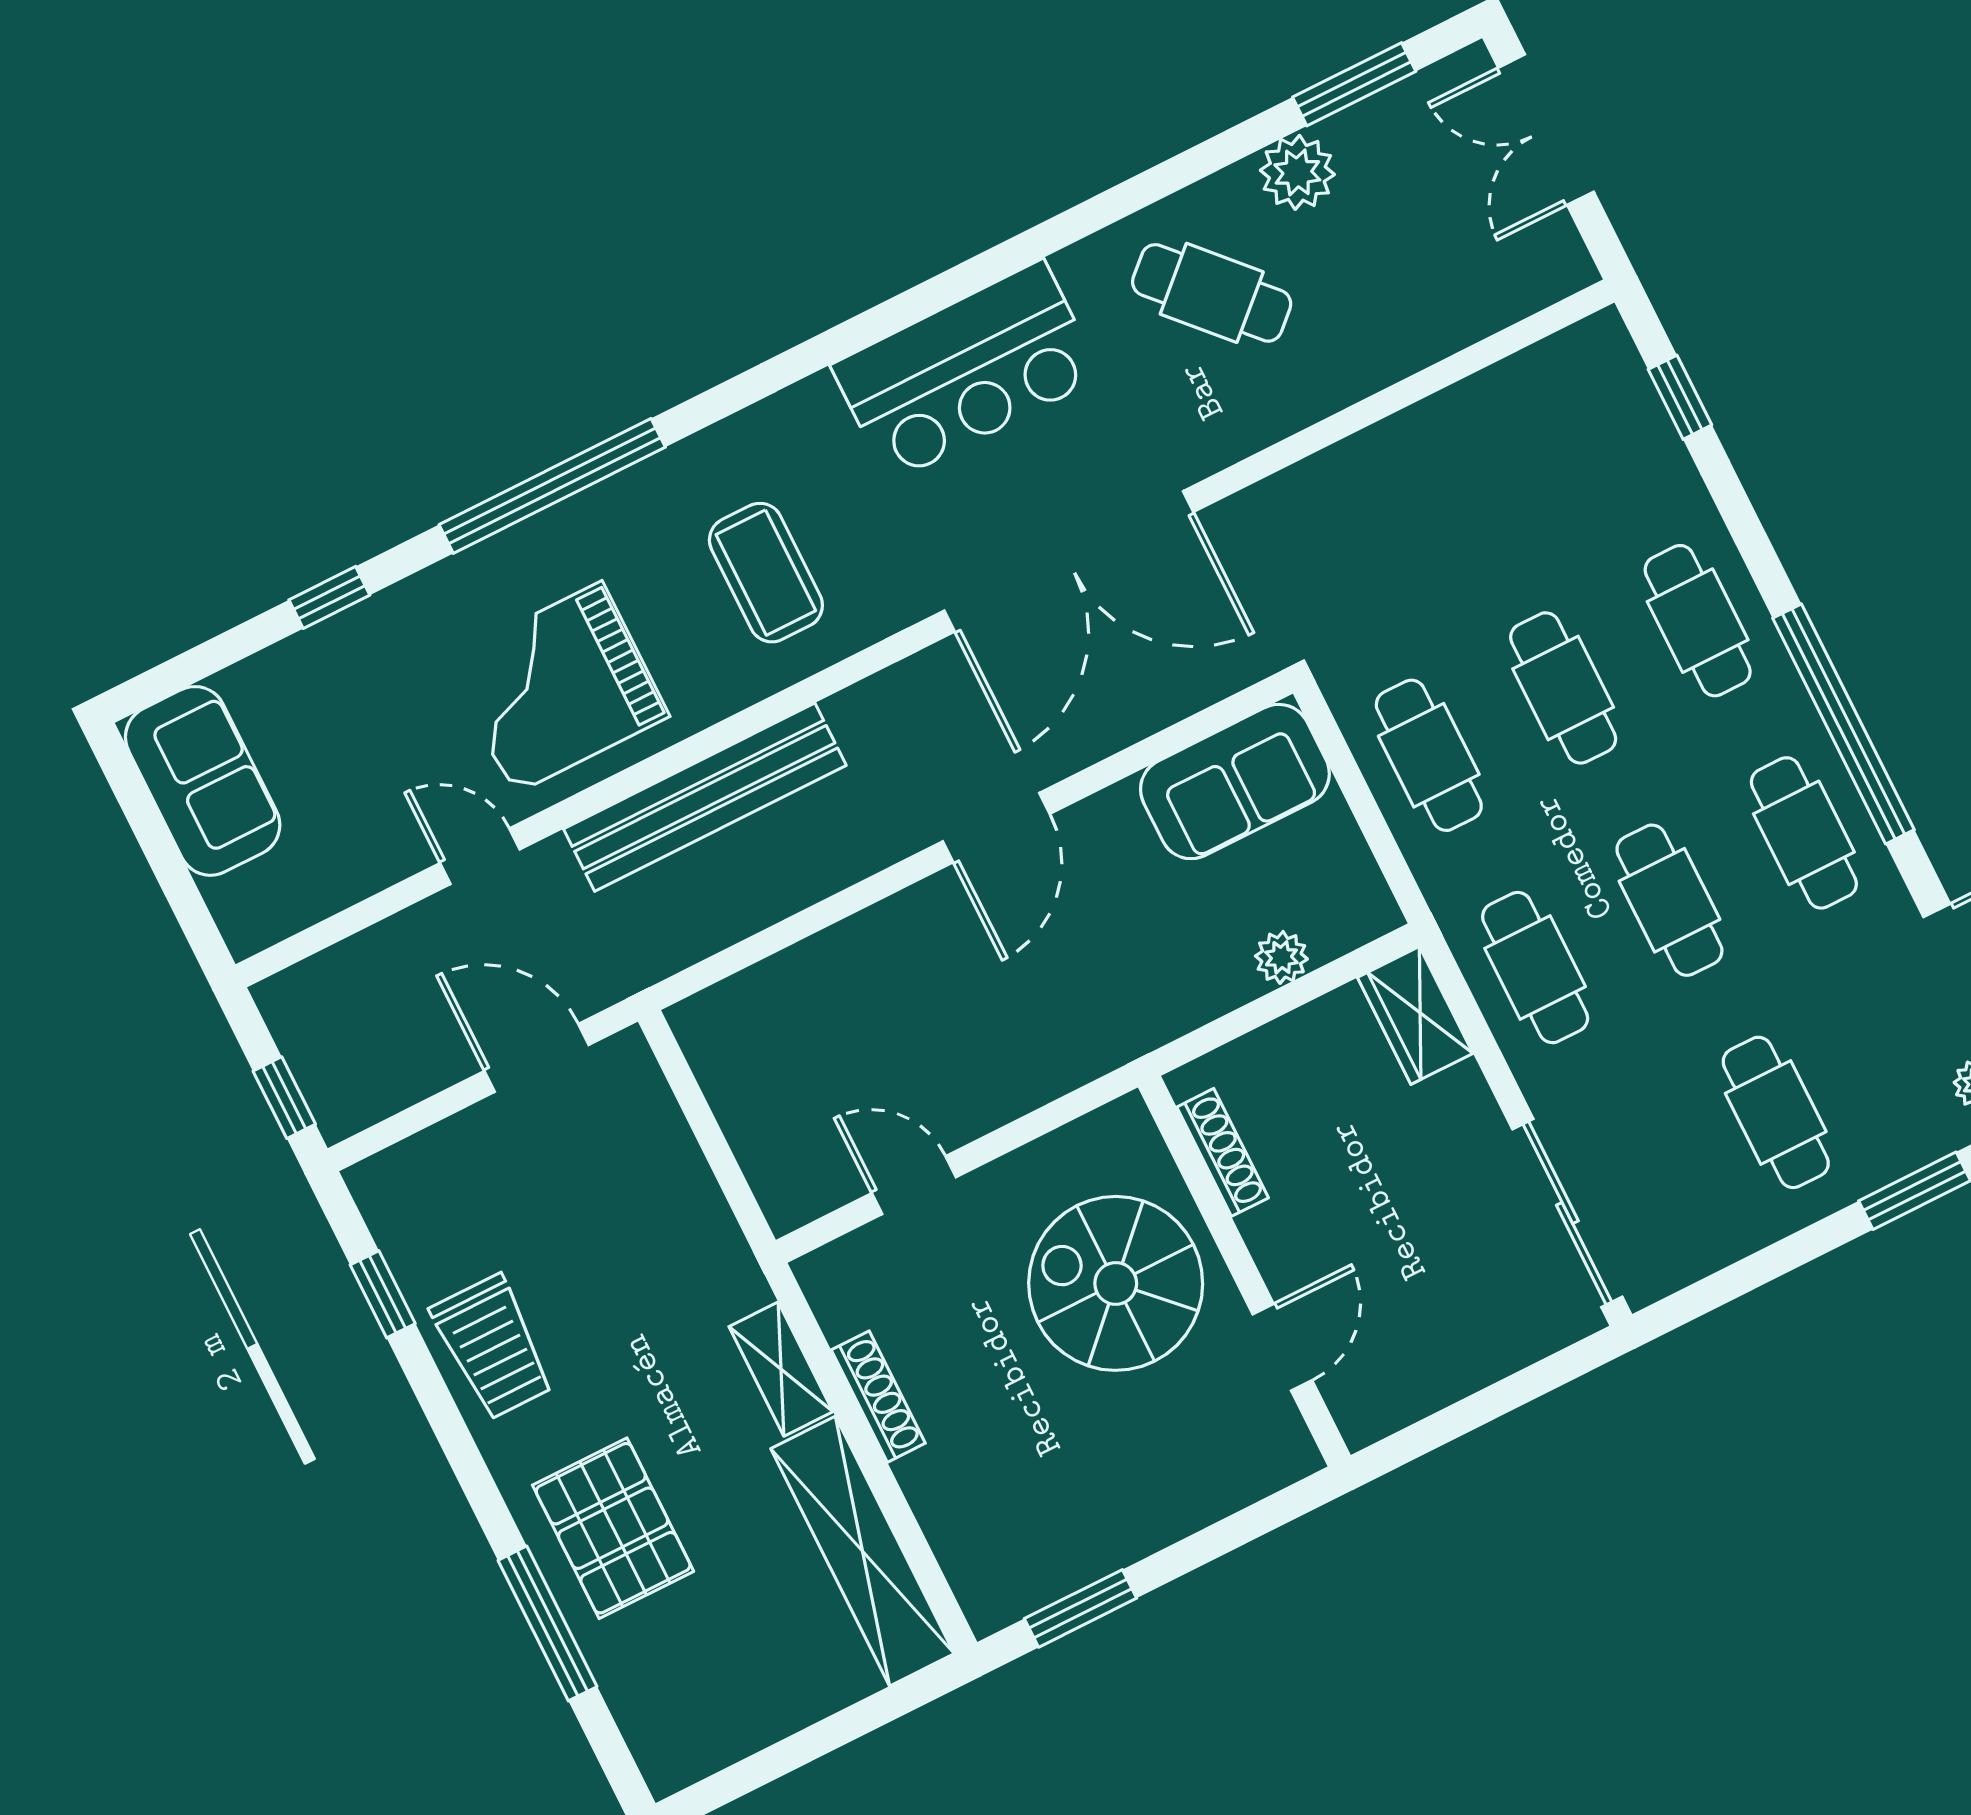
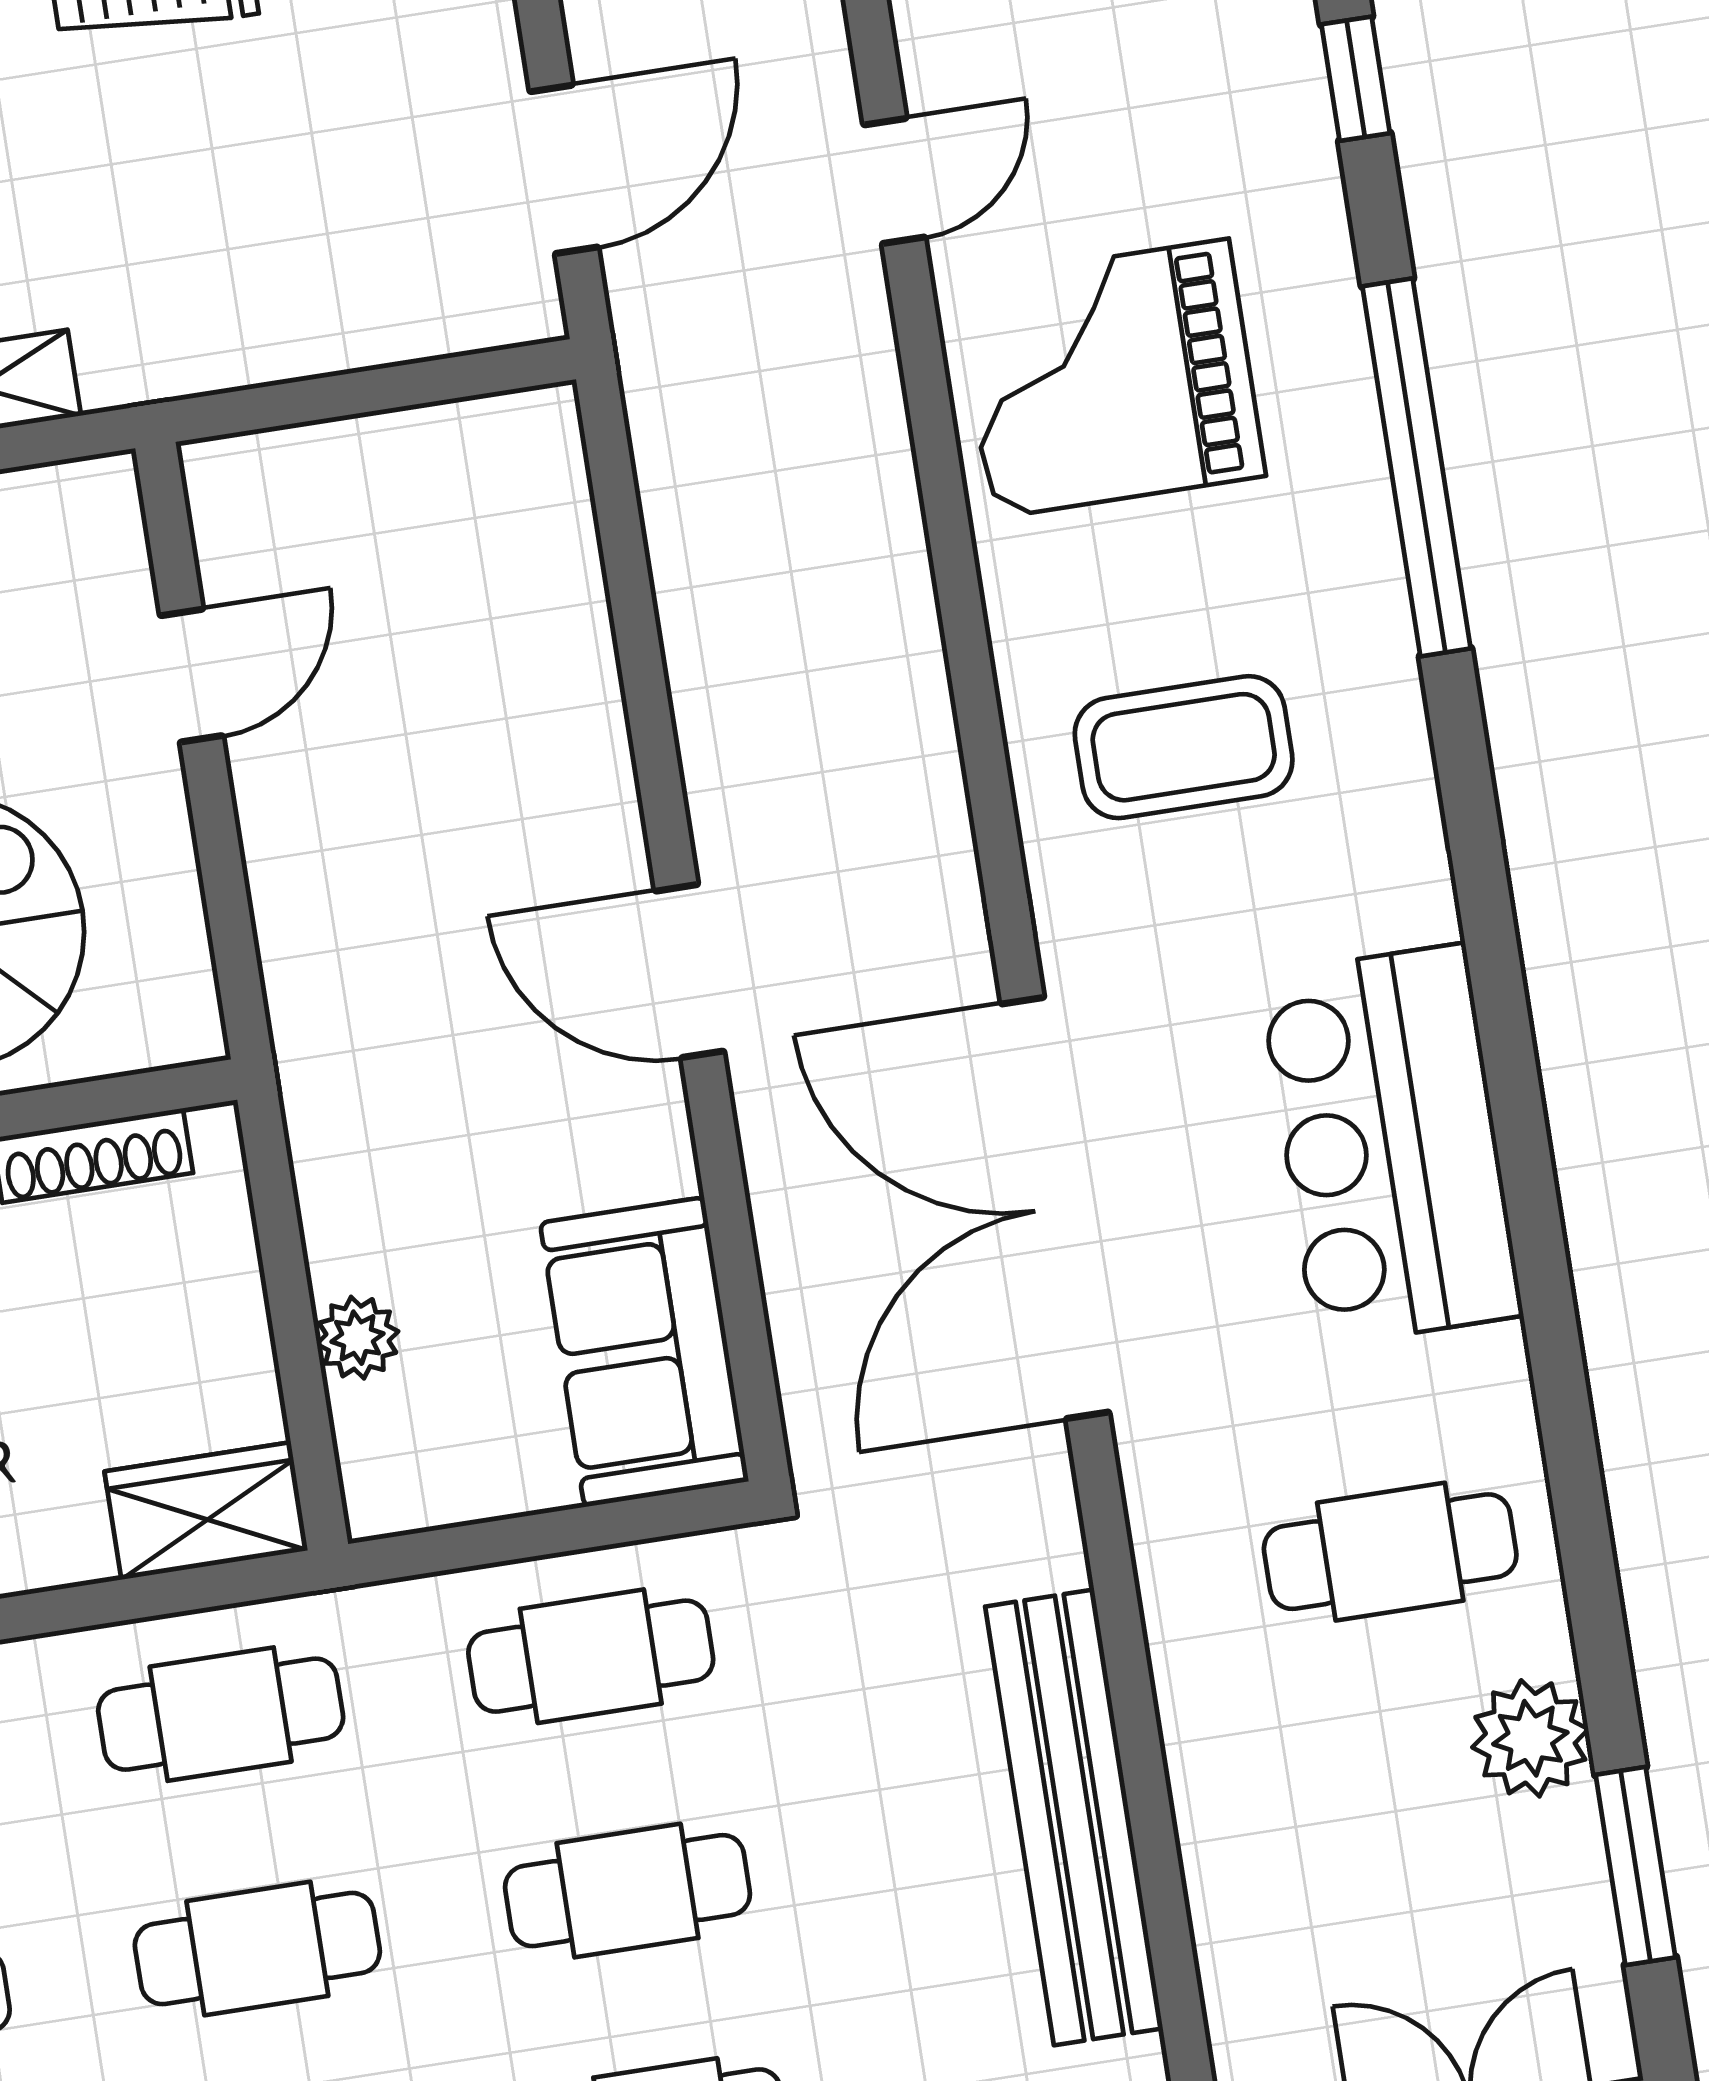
cafe table: (1212, 293) -> (1390, 1552), turned 43
grand piano: (558, 688) -> (1110, 379), turned -90
bench: (705, 797) -> (1074, 1817), moved

